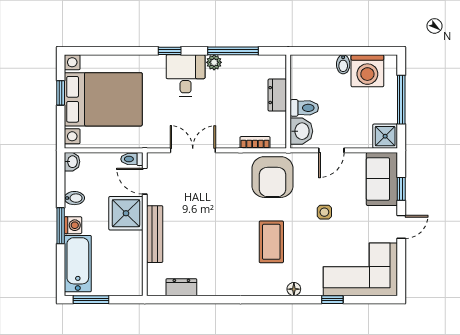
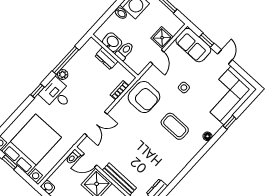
washbasin: (301, 131) -> (112, 42), moved
shower: (385, 136) -> (162, 38), moved
double door: (193, 150) -> (96, 124), swing flipped

